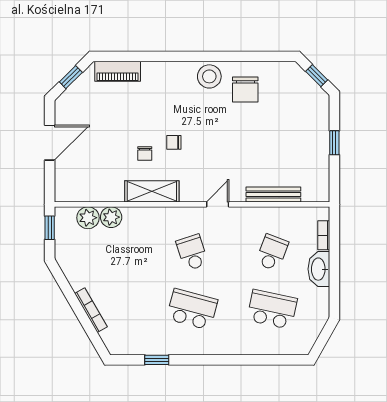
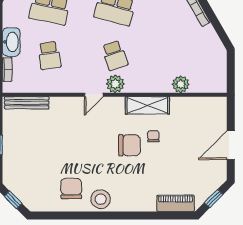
chair: (174, 142) -> (129, 145), width x1.87, depth x1.87
bench: (273, 194) -> (27, 103), moved
plant: (88, 218) -> (115, 84), moved
window: (50, 228) -> (231, 76), removed
school desk: (272, 253) -> (49, 55), turned -30

